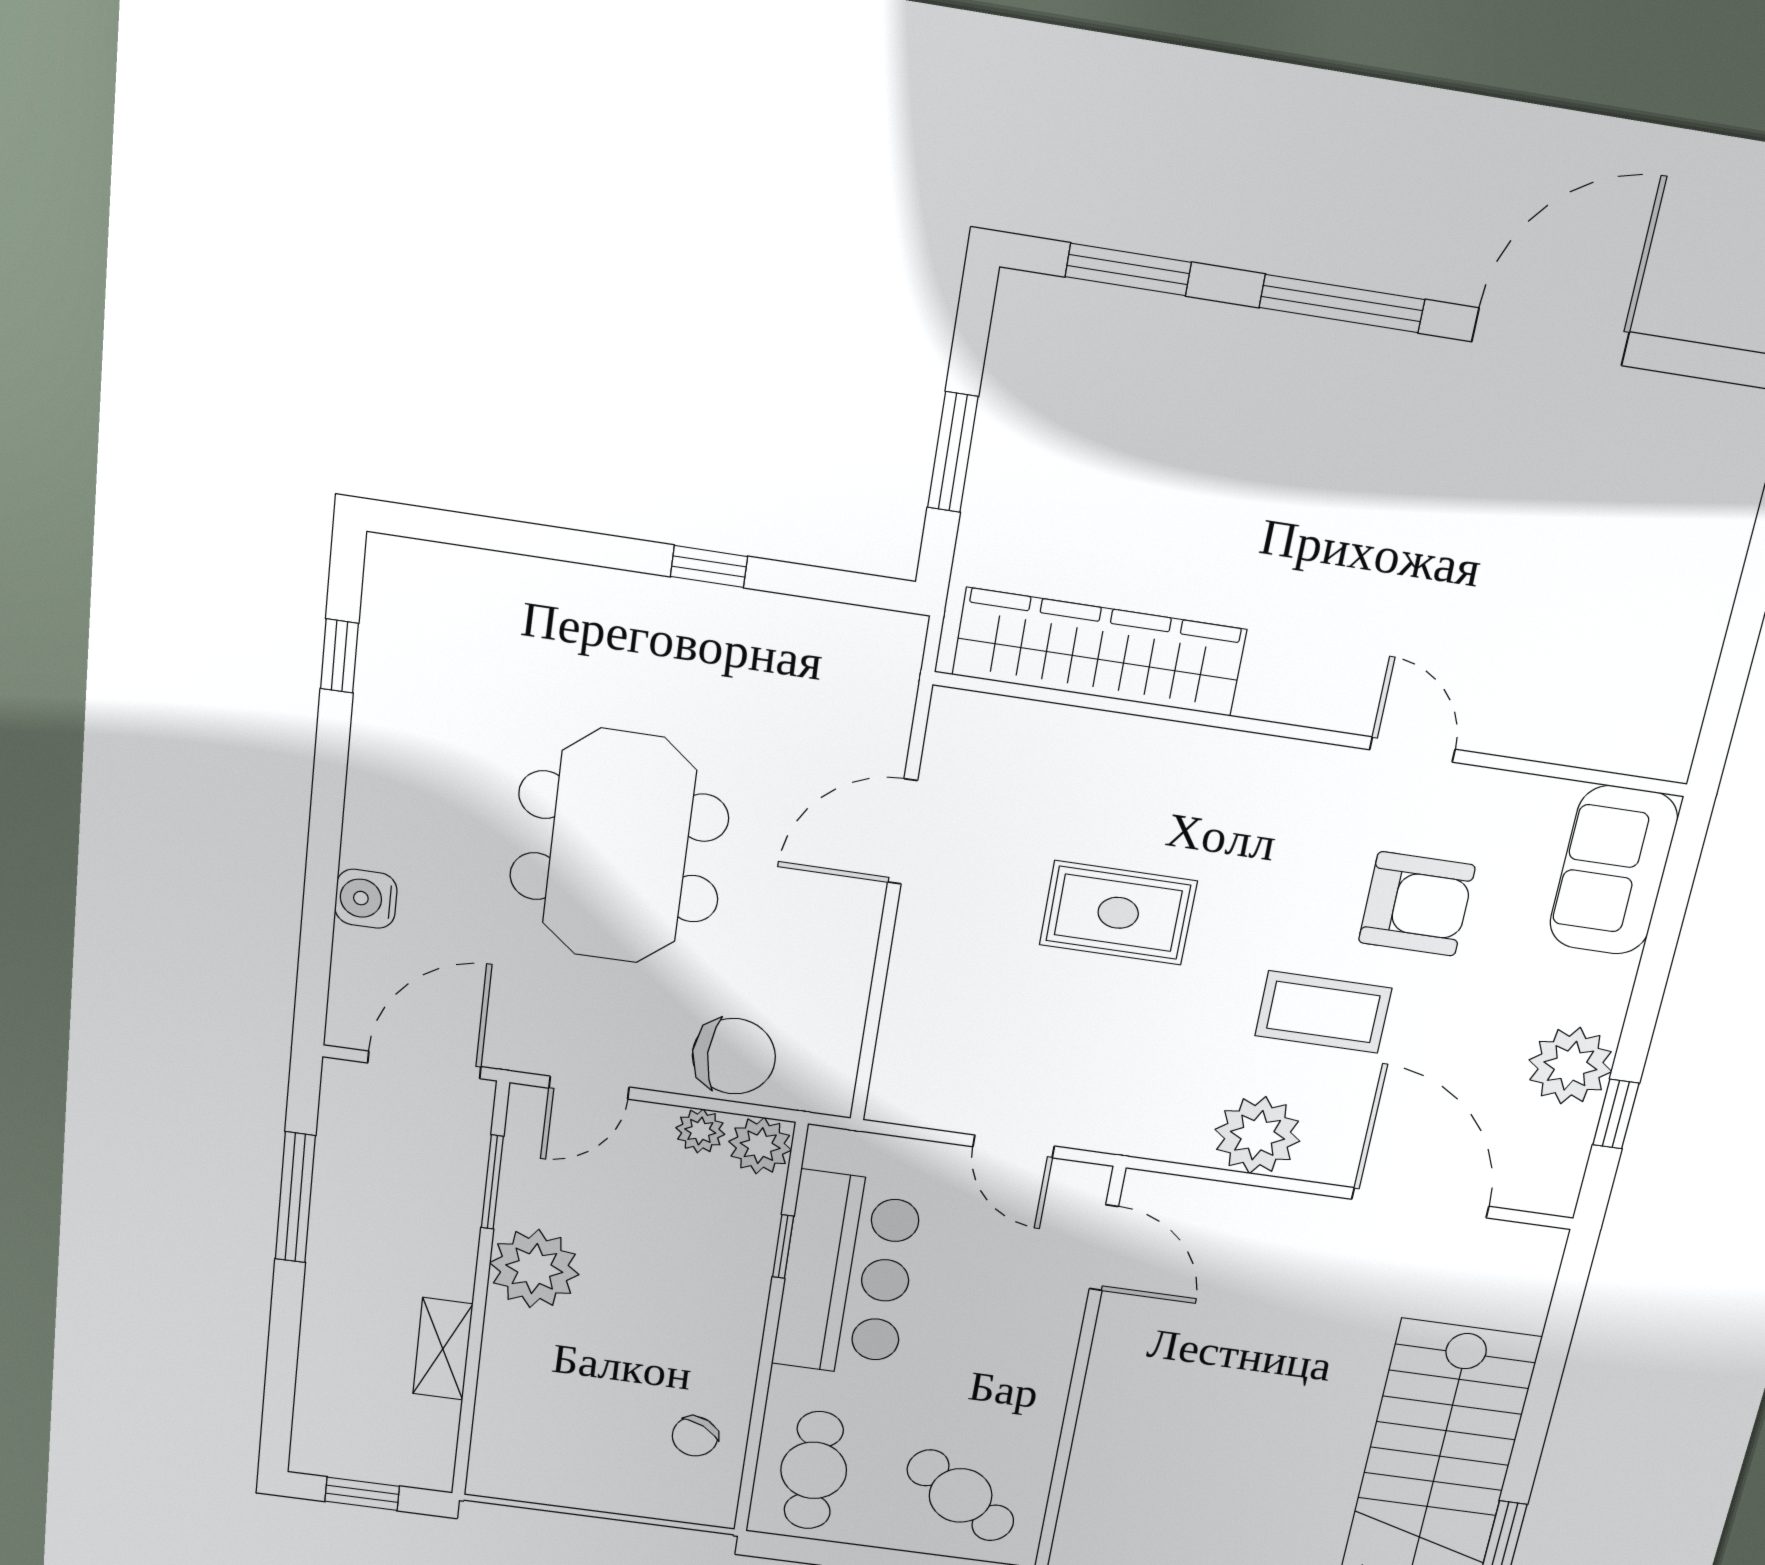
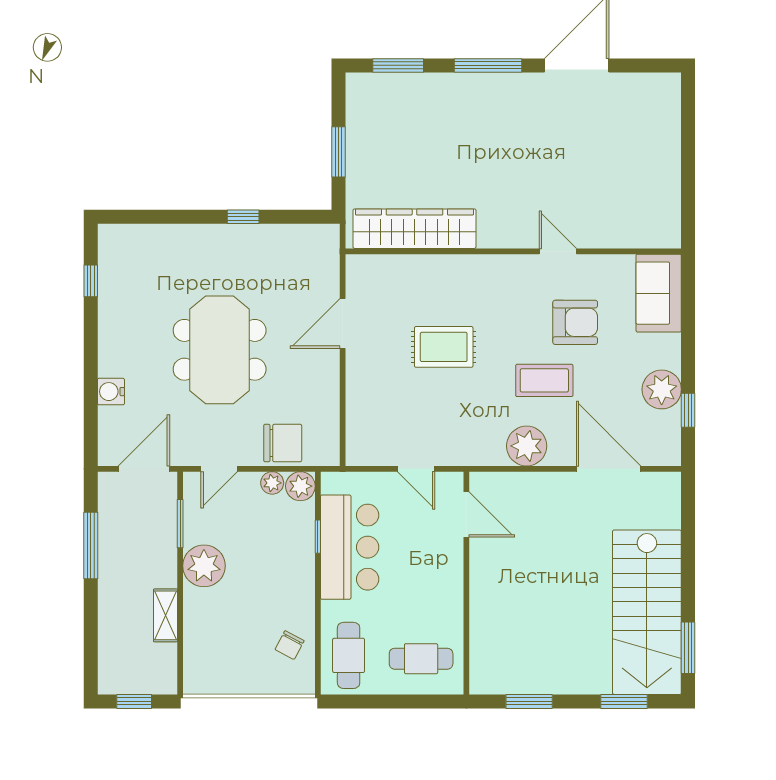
cafe table: (961, 1495) -> (421, 659), turned -36

